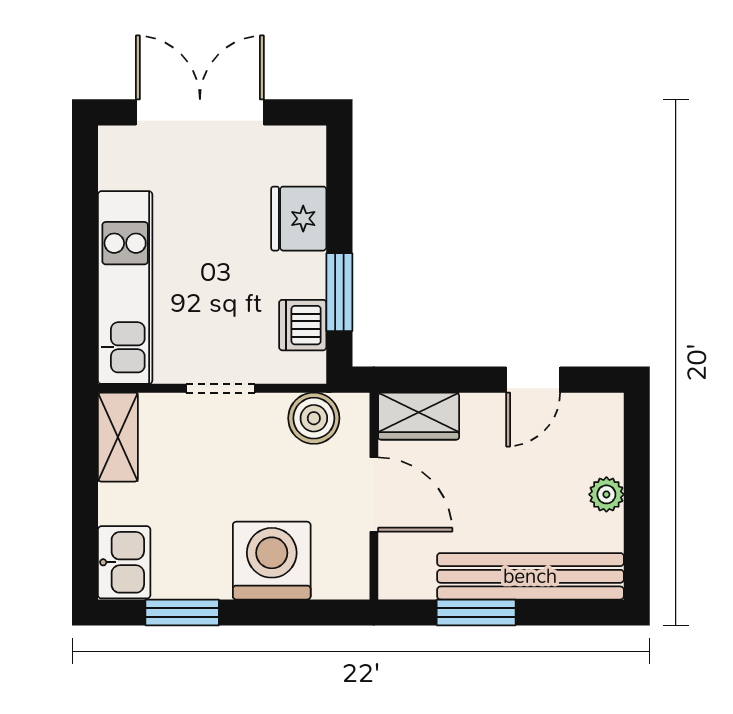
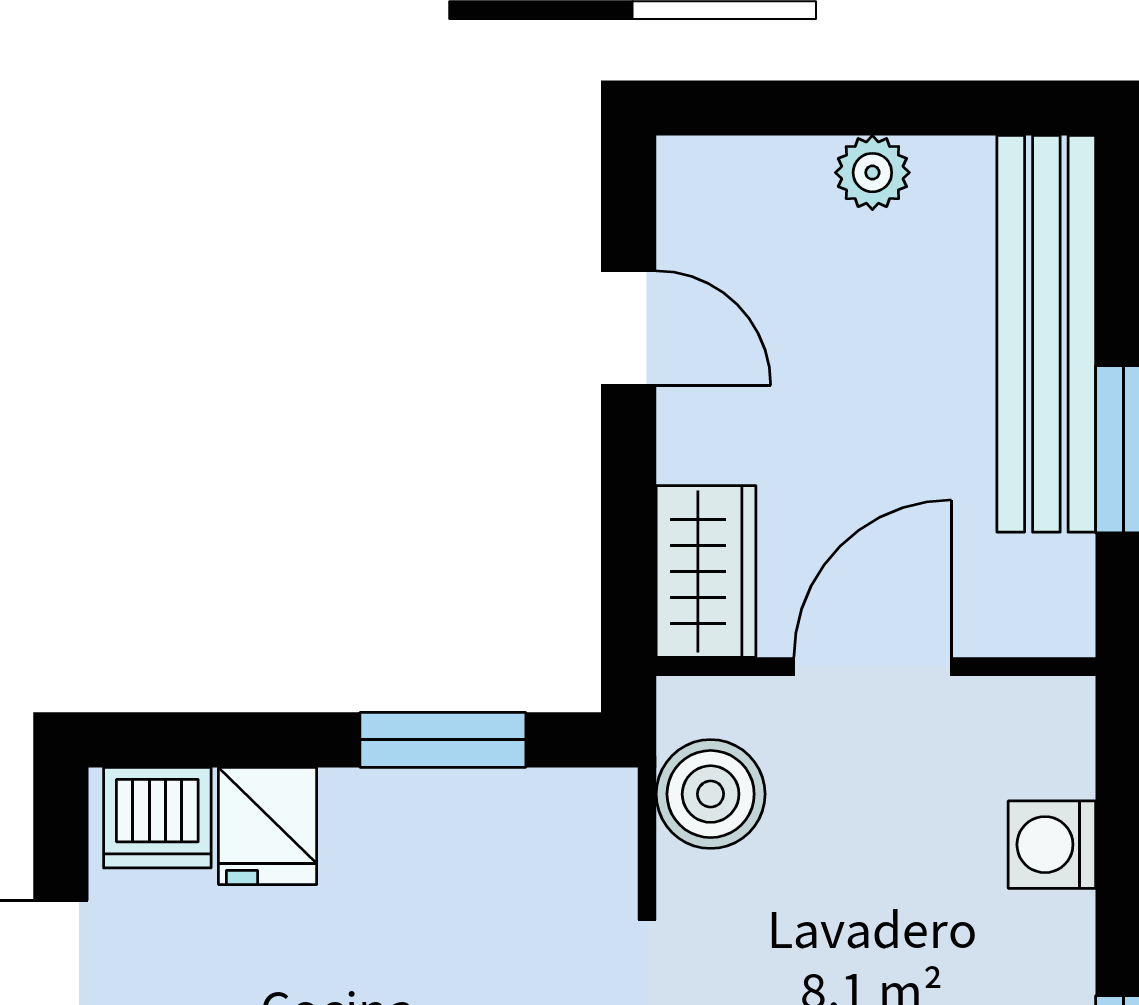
fridge: (299, 219) -> (268, 826), width x0.72
dishwasher: (303, 325) -> (157, 818), moved
washing machine: (272, 561) -> (1052, 845), width x0.53, depth x0.53

